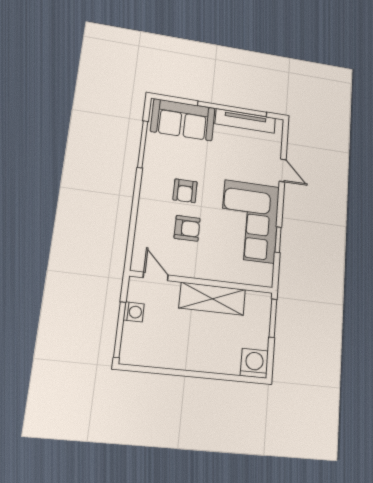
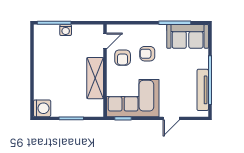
sofa: (183, 120) -> (188, 36), moved, turned -90
door: (156, 276) -> (105, 41), moved
wall: (202, 282) -> (105, 71), moved
shelving: (212, 299) -> (95, 78), moved

